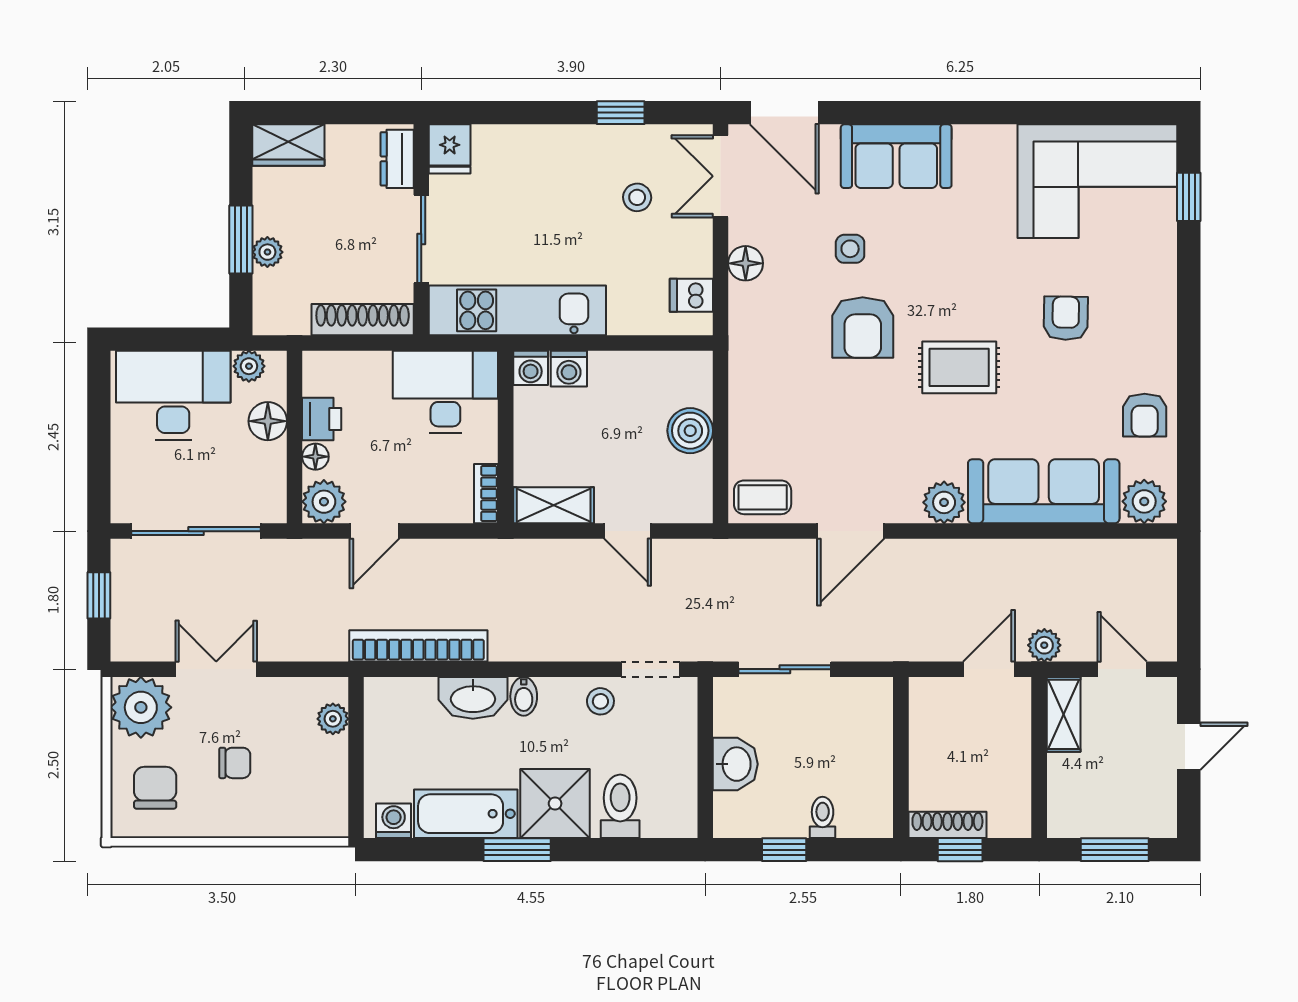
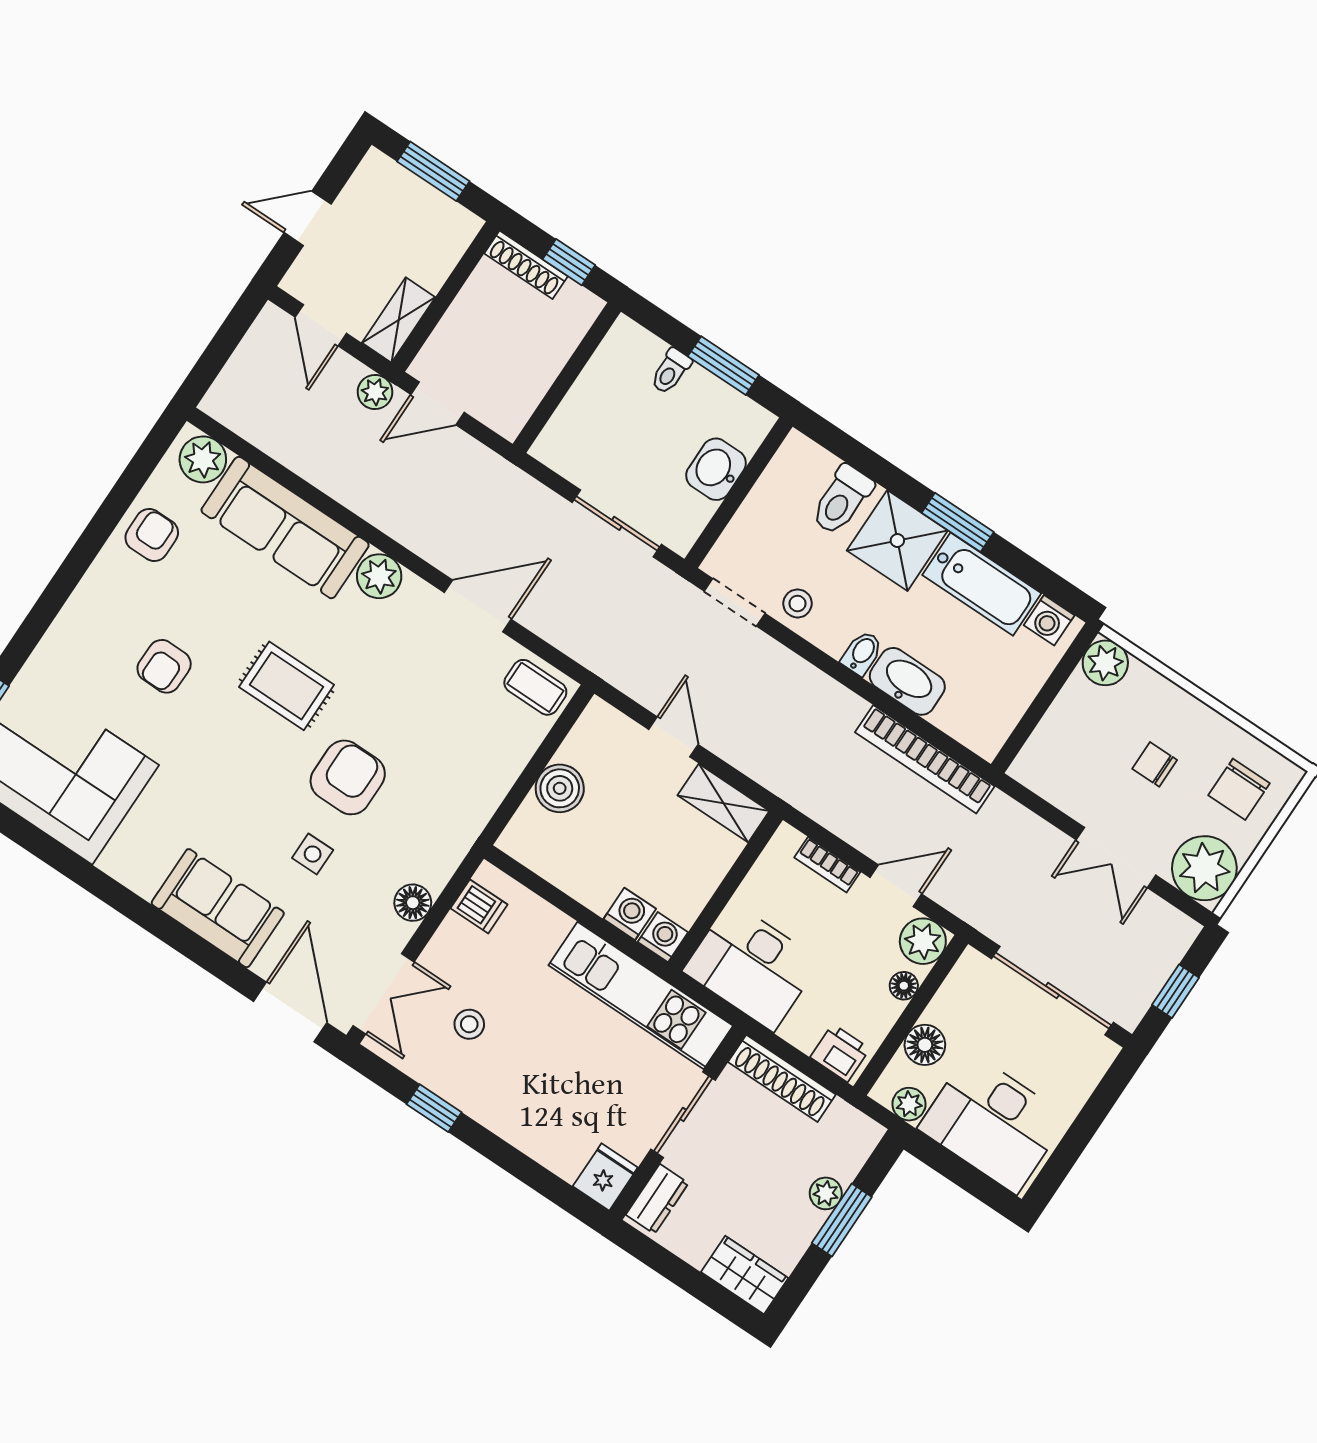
printer: (322, 419) -> (840, 1053), moved, turned 90
bookcase: (486, 494) -> (827, 865), moved, turned 90
plant: (333, 719) -> (1105, 663), moved, width x1.38, depth x1.38
shoe rack: (947, 825) -> (526, 265), moved
window: (784, 850) -> (723, 366), width x1.50

